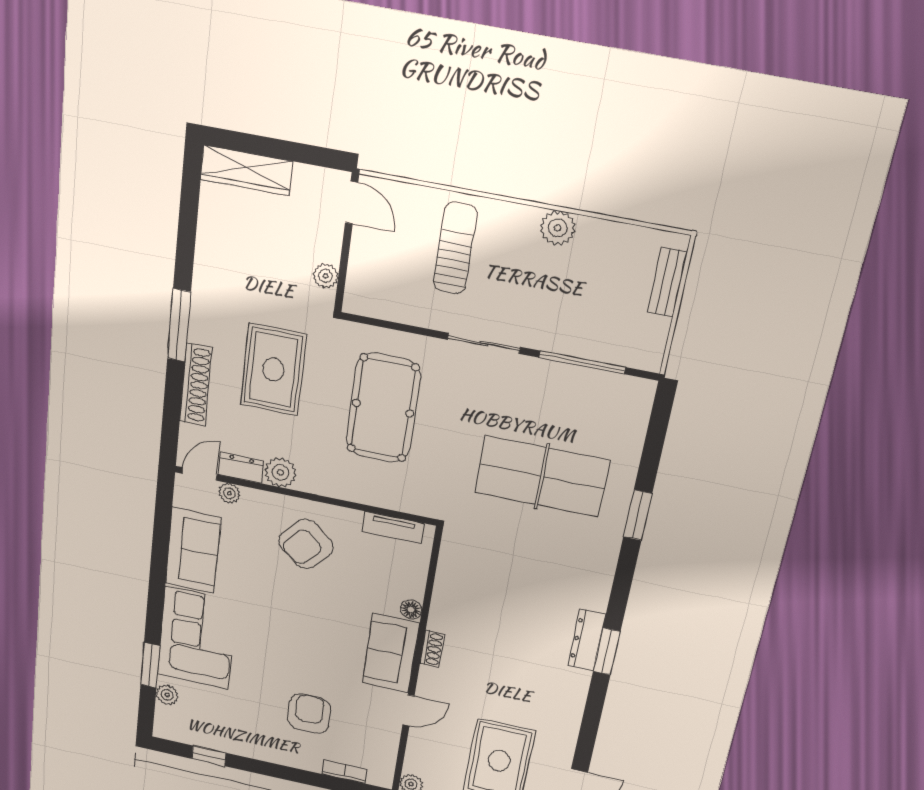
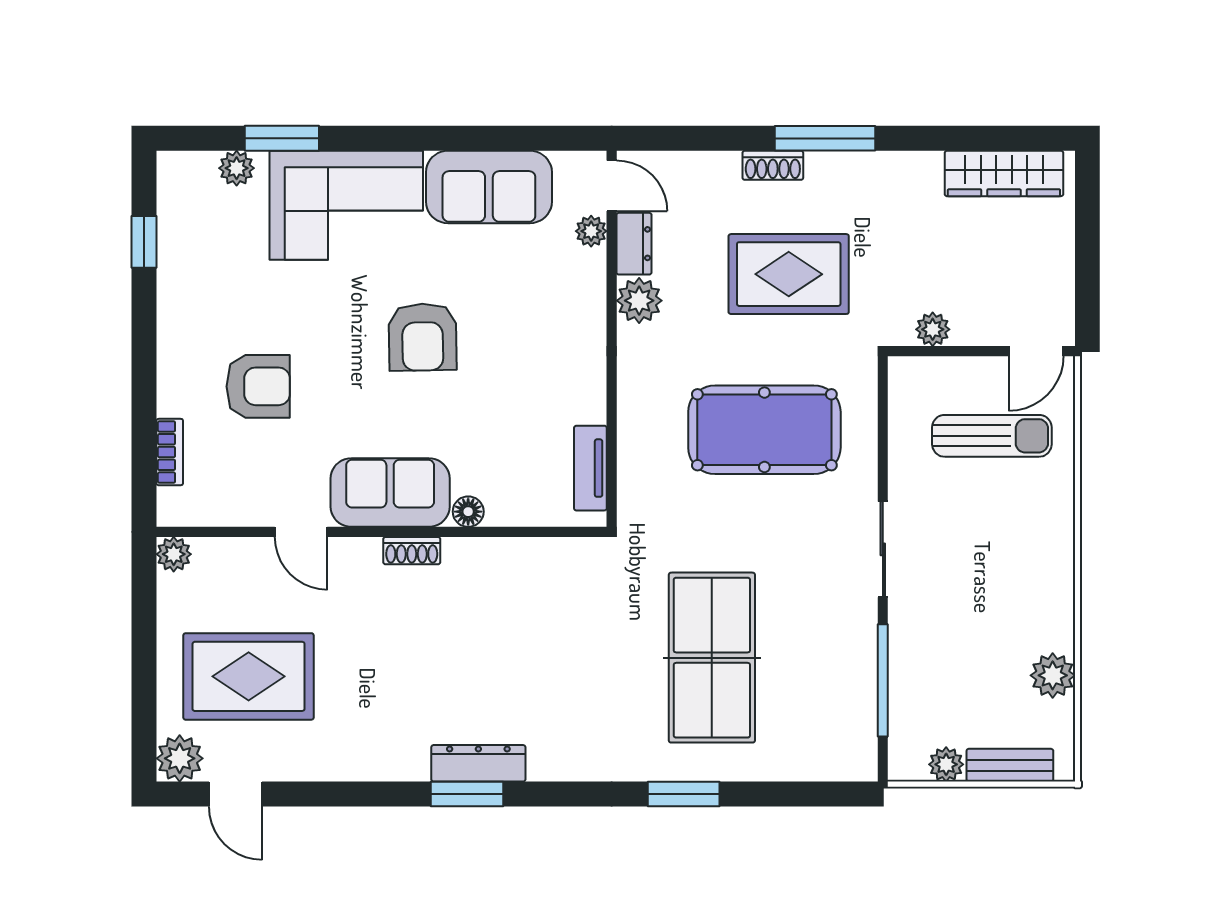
wardrobe: (246, 170) -> (1004, 173), moved, turned -90
plant: (558, 228) -> (1053, 675), moved
sun lounger: (455, 248) -> (992, 436), moved
plant: (656, 329) -> (946, 764), added
shoe rack: (196, 385) -> (773, 165), width x0.51, depth x0.81
armchair: (306, 544) -> (423, 337), moved, turned -132

